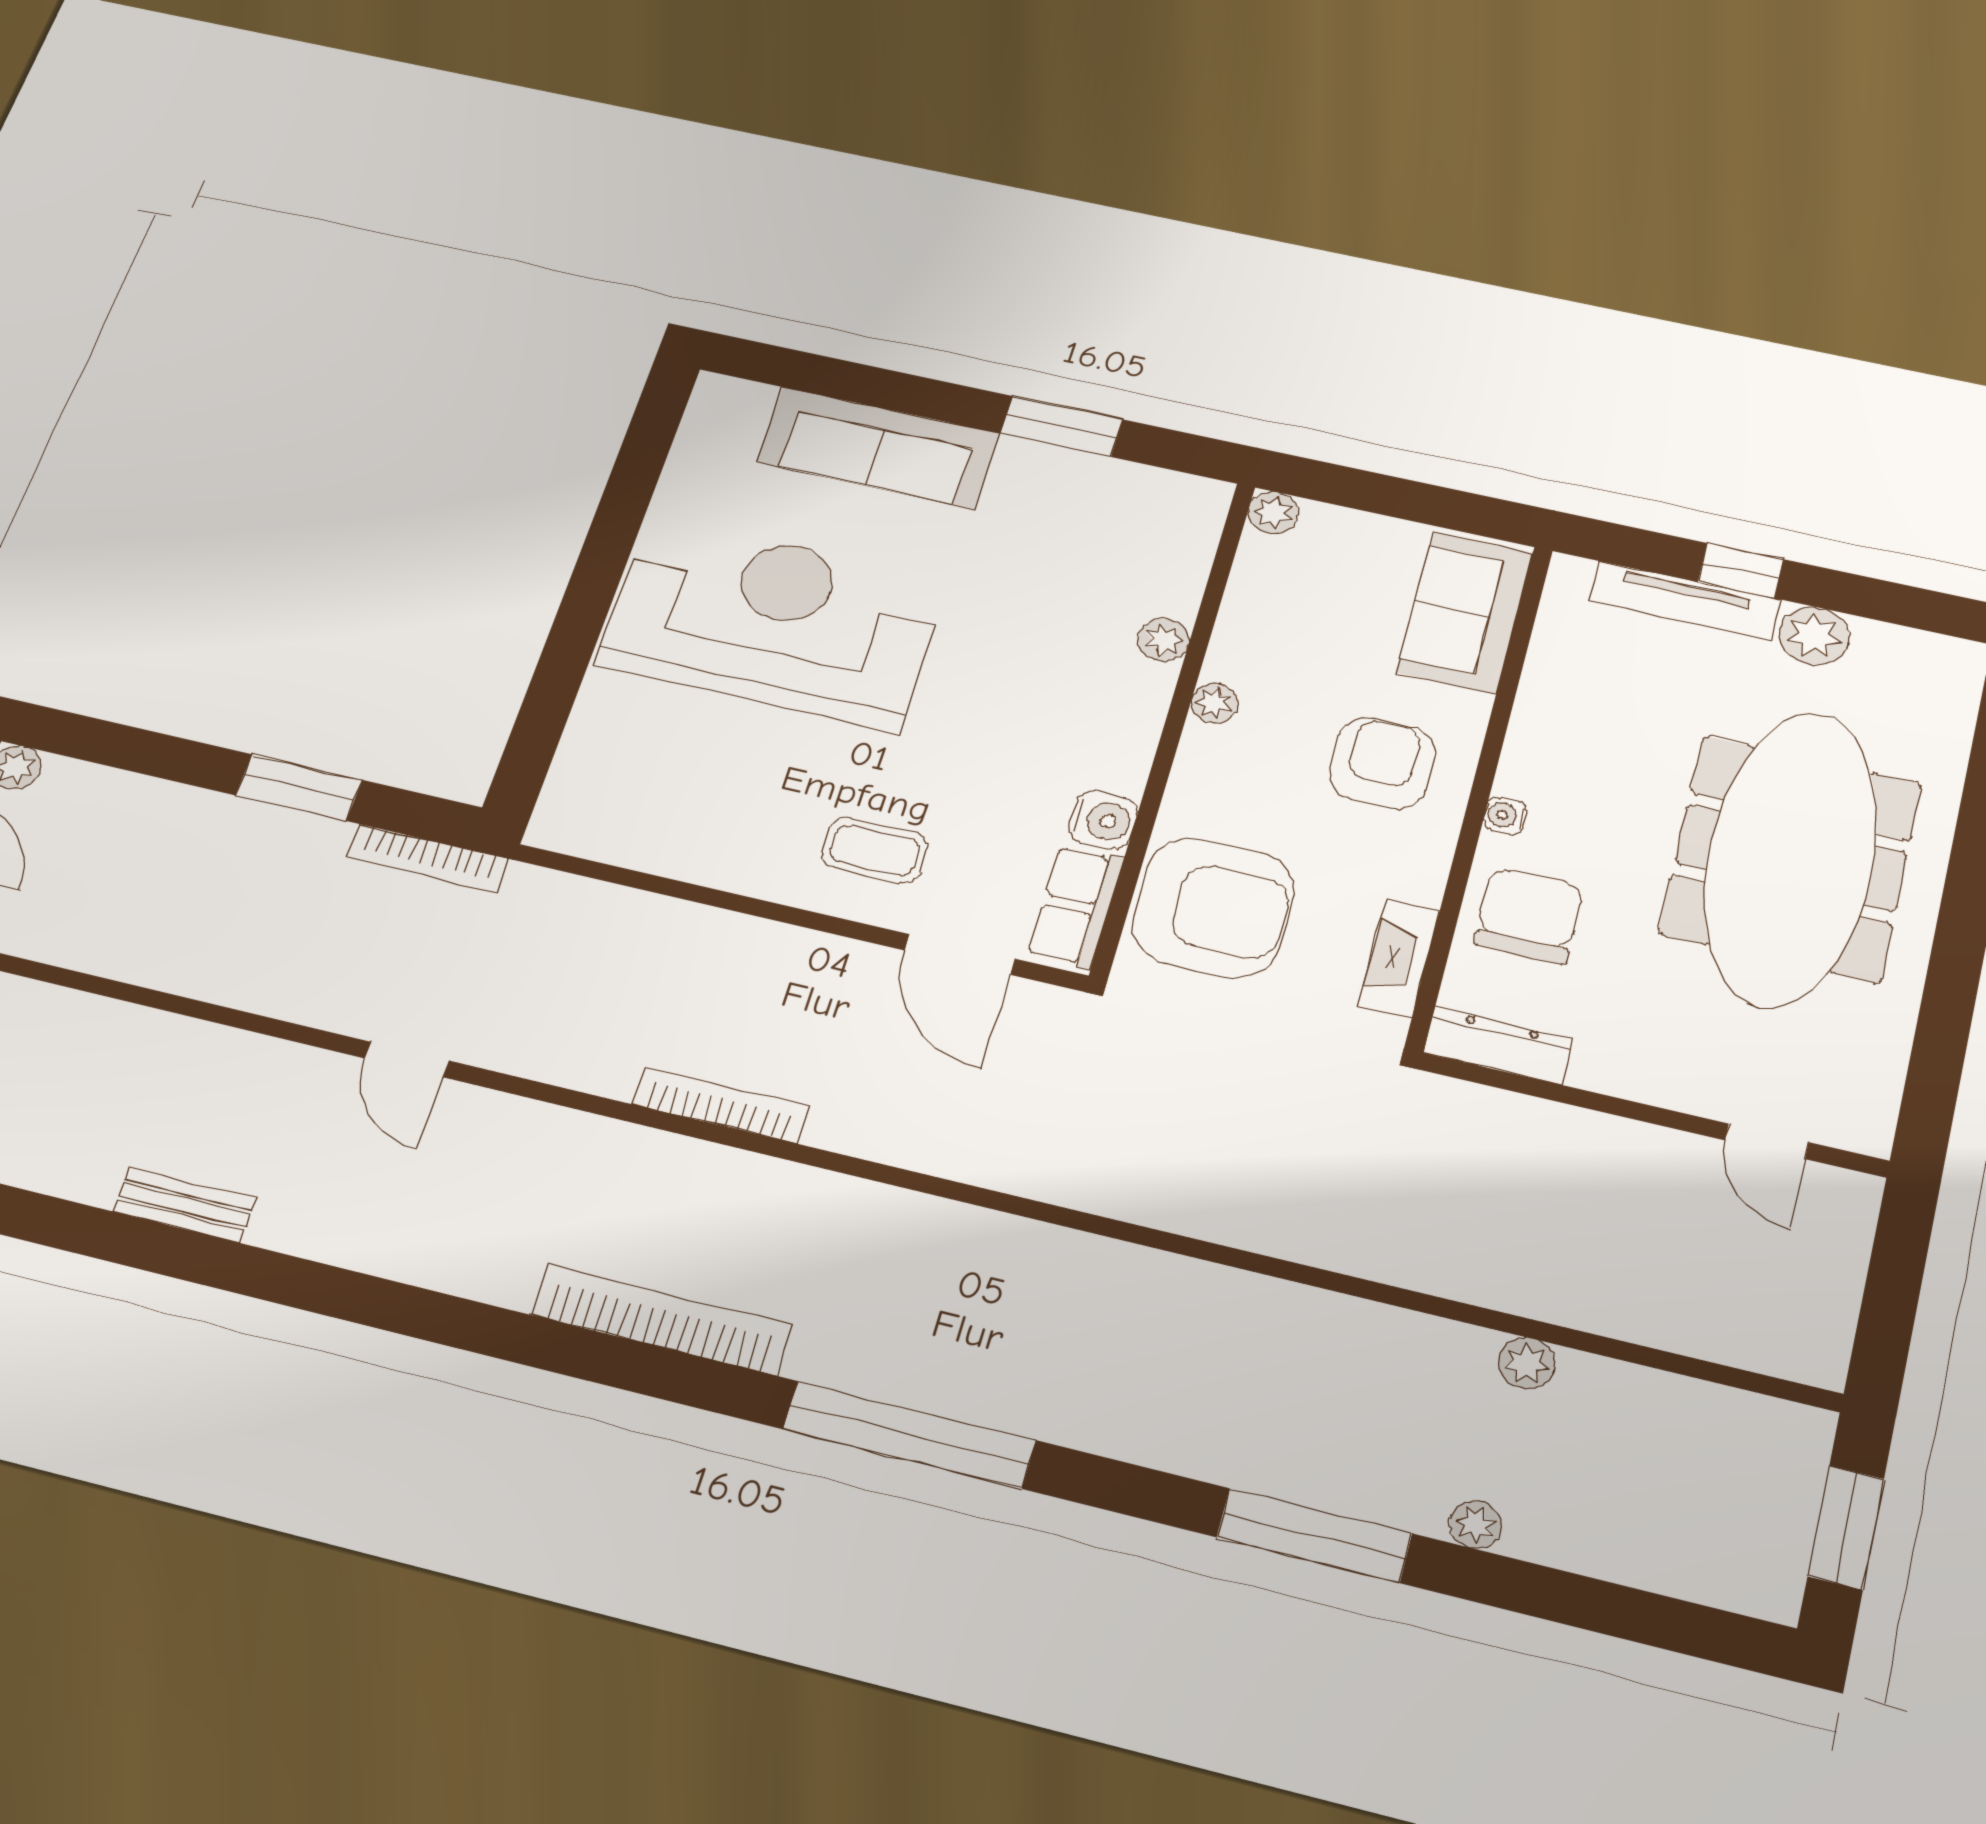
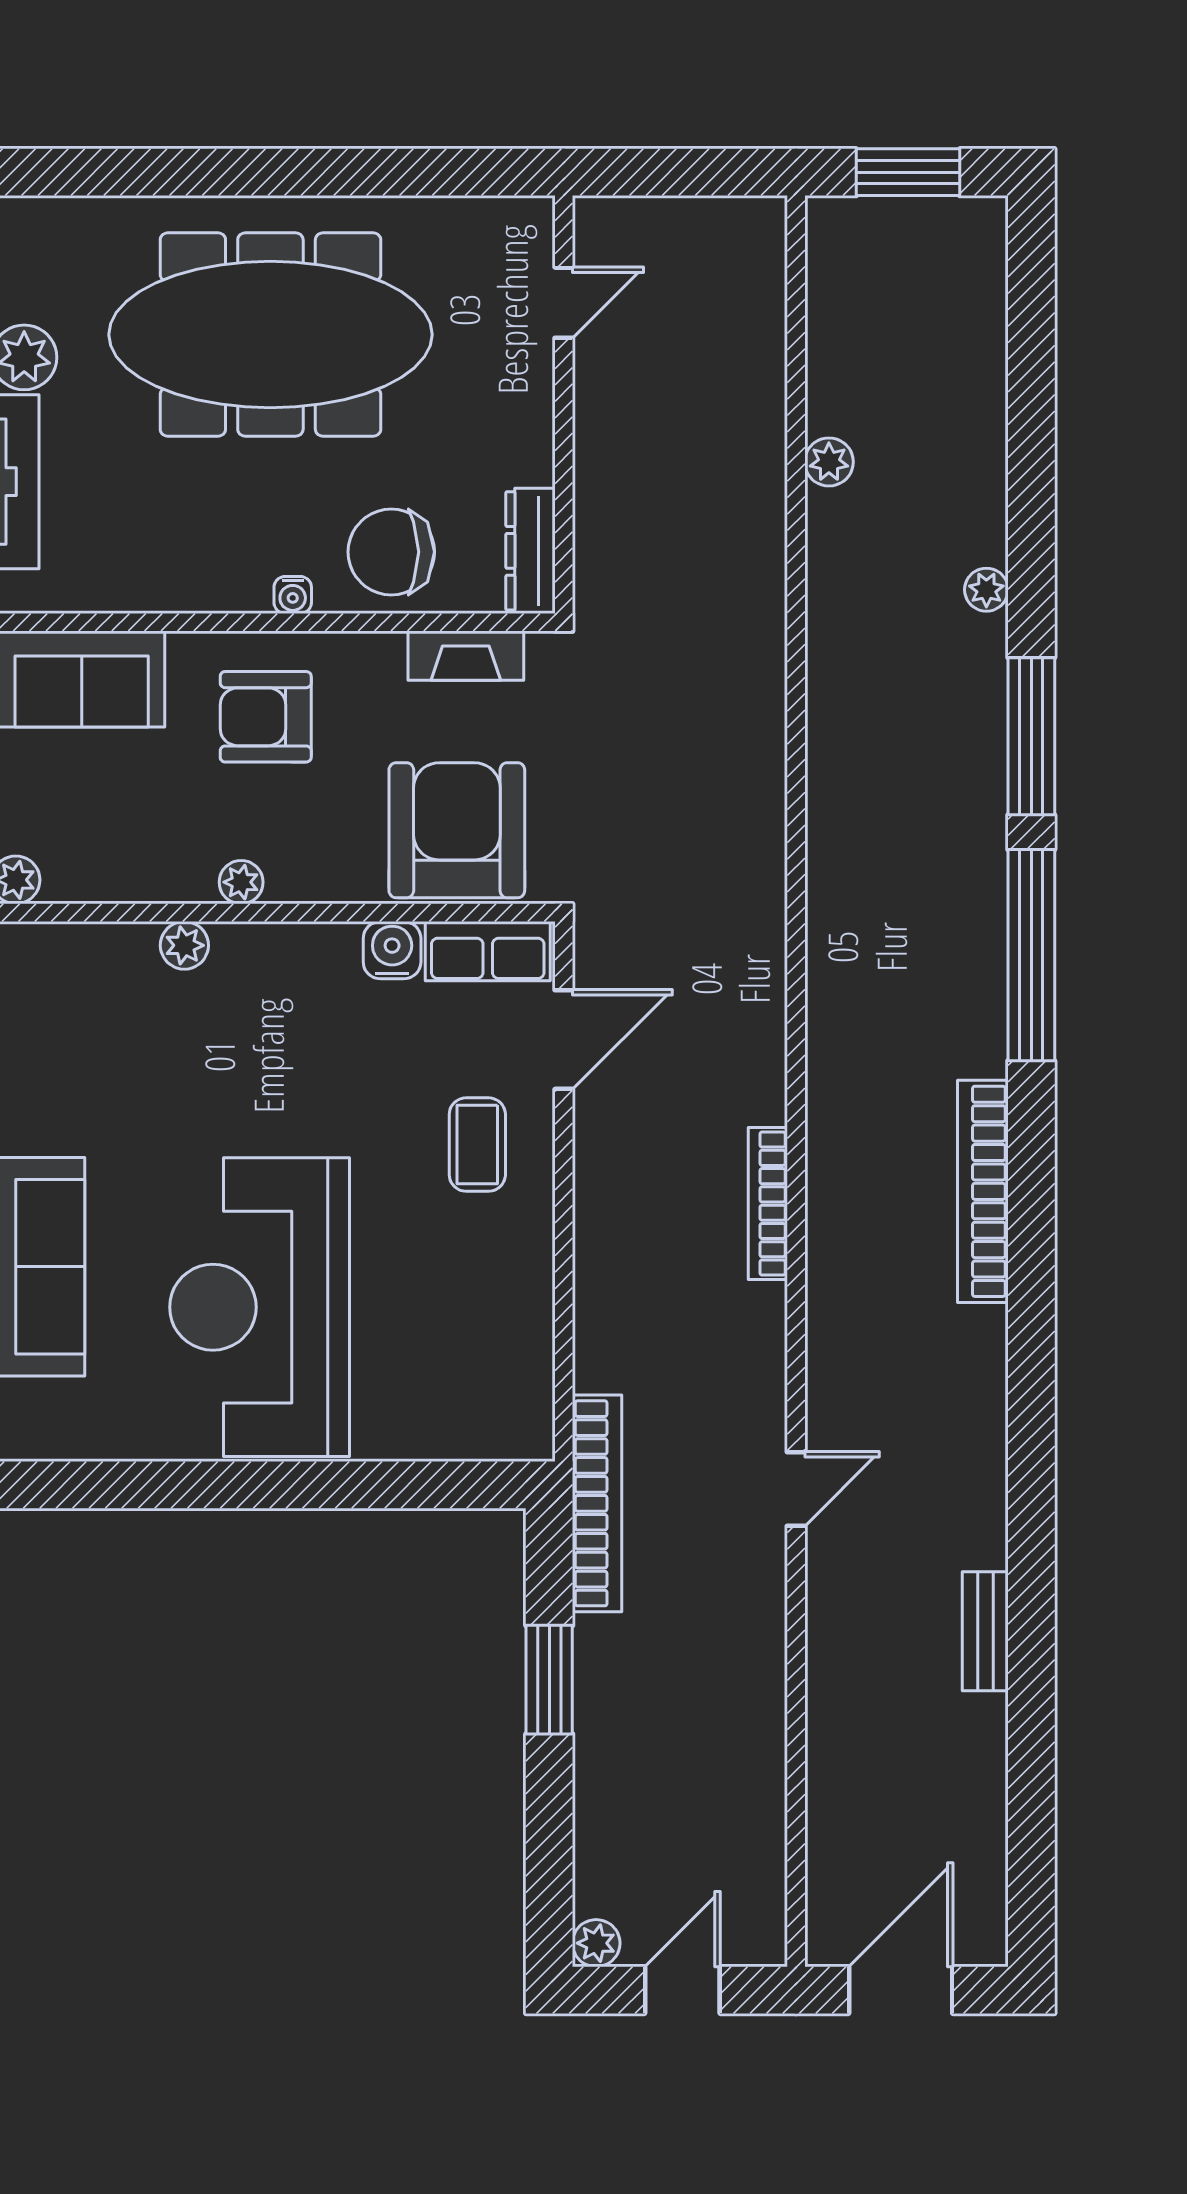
bookcase: (428, 858) -> (597, 1503), width x1.48, depth x1.31
plant: (1476, 1525) -> (986, 590), moved
window: (1314, 1535) -> (1031, 736), moved

